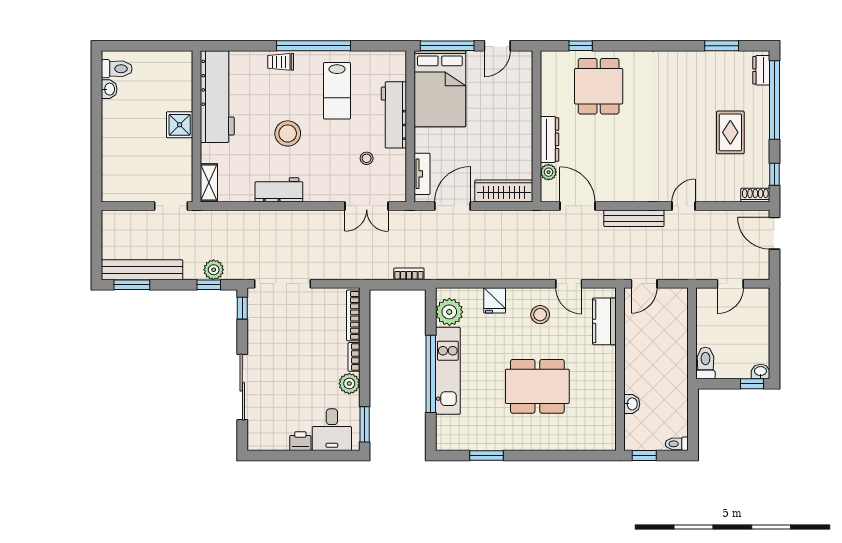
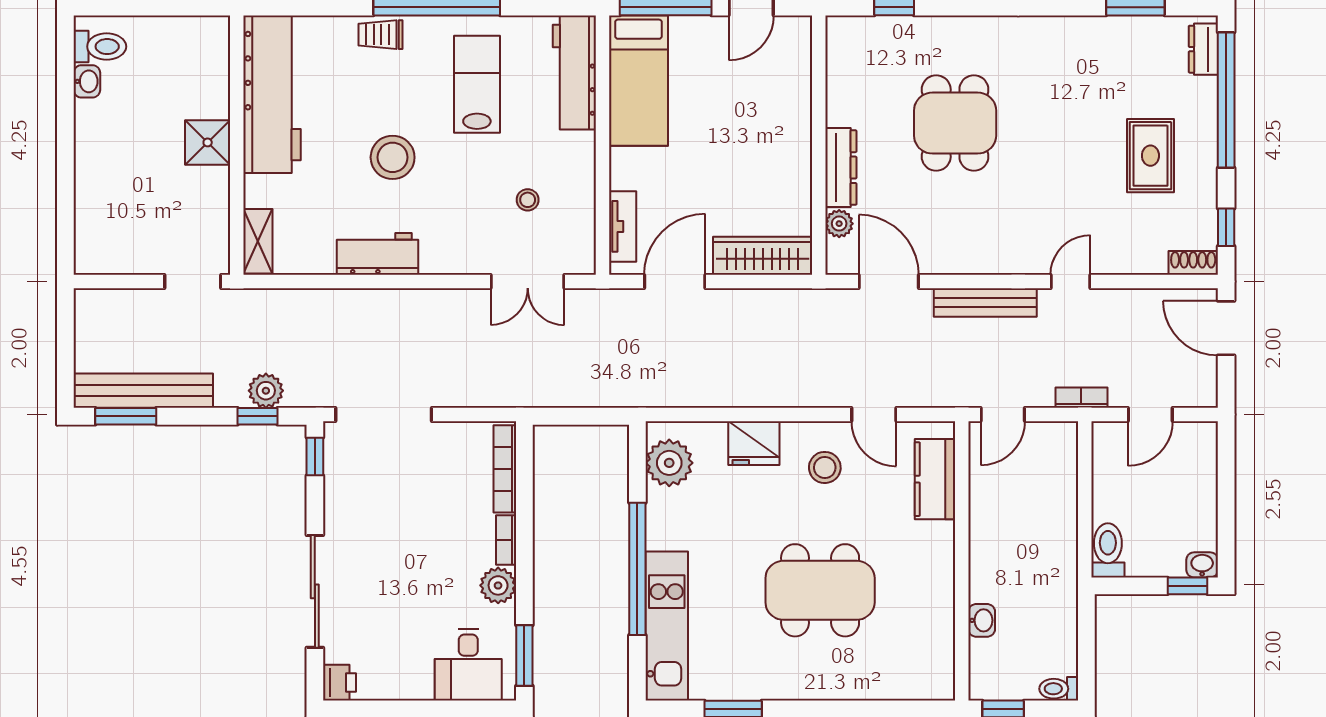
dining table: (599, 86) -> (955, 123), moved
bed: (440, 89) -> (639, 81), width x0.67
lab bench: (337, 91) -> (477, 84), turned 180
workbench: (394, 115) -> (574, 73), moved
bookcase: (409, 274) -> (1081, 398), moved
fridge: (495, 300) -> (754, 443), width x1.38
kitchen unit: (448, 371) -> (667, 626), moved
printer: (300, 441) -> (340, 683), moved, turned 90

